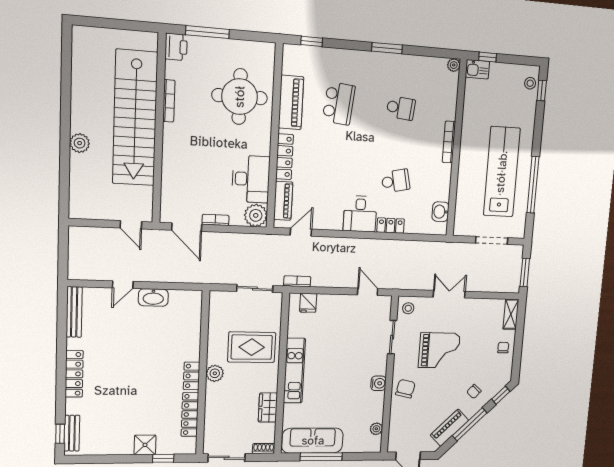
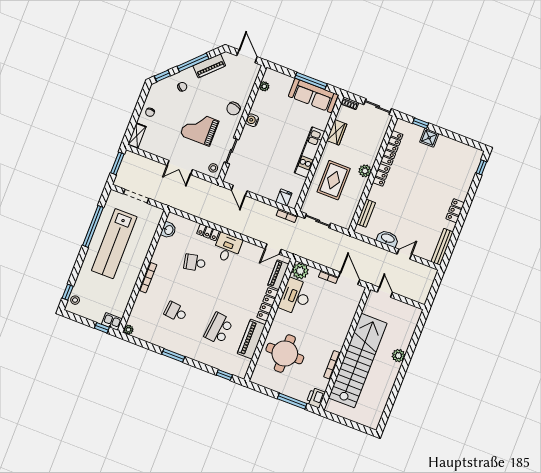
rug: (252, 347) -> (334, 180), turned 90
locker: (74, 374) -> (455, 211), width x0.66
bench: (72, 433) -> (366, 213), moved

